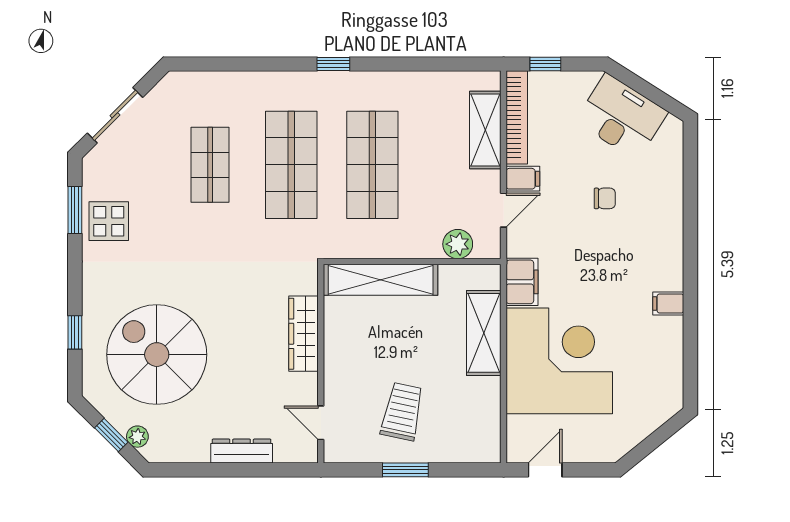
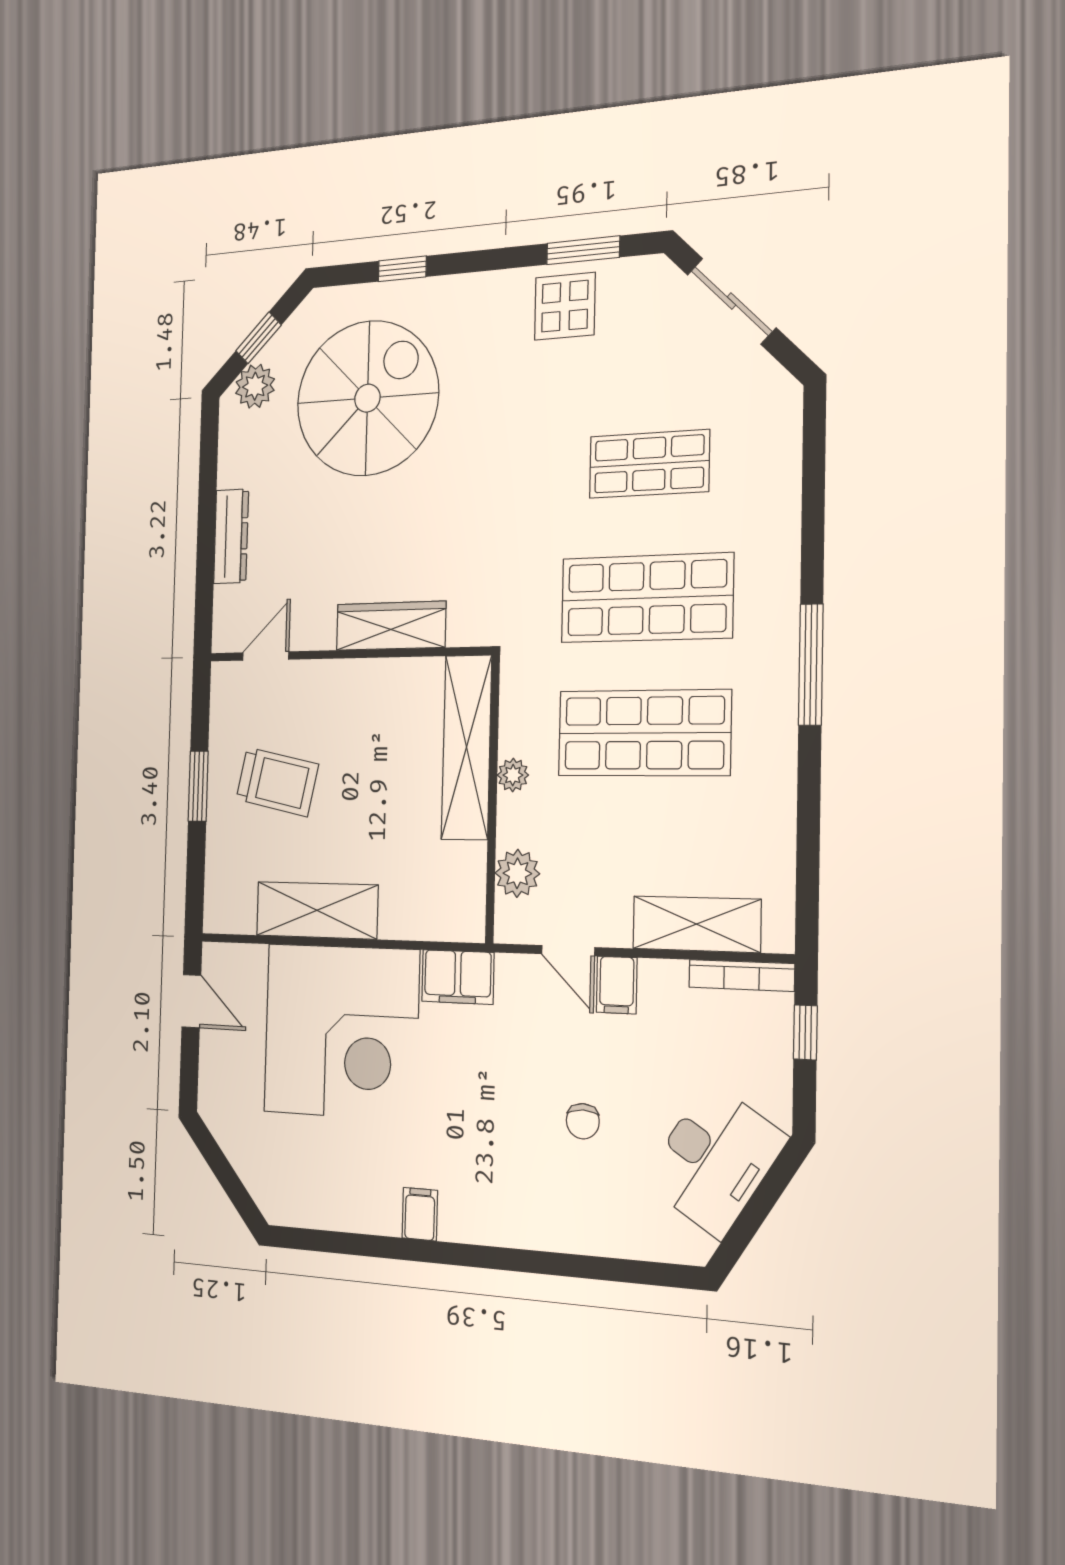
window: (333, 64) -> (811, 665), width x2.17
bookcase: (517, 117) -> (742, 975), width x0.68, depth x0.76
plant: (398, 248) -> (513, 775), added
shelving: (484, 333) -> (317, 910), moved
plant: (137, 437) -> (255, 386), width x1.38, depth x1.38

